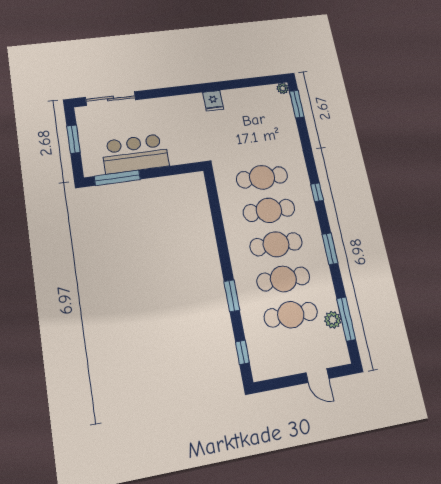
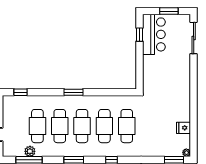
fridge: (213, 101) -> (184, 128), moved
bar counter: (135, 154) -> (154, 34), moved
window: (117, 178) -> (140, 35), width x0.46
window: (232, 296) -> (73, 92), moved

